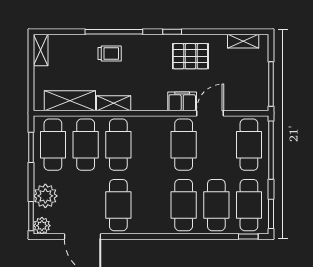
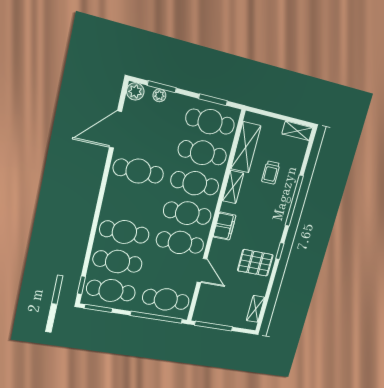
trolley: (110, 54) -> (271, 173), moved
pallet: (190, 56) -> (255, 263), turned 90
filing cabinet: (182, 101) -> (224, 226), moved
cafe table: (151, 145) -> (187, 213), added
plant: (45, 196) -> (159, 95), width x0.53, depth x0.53
window: (31, 216) -> (162, 87), moved

